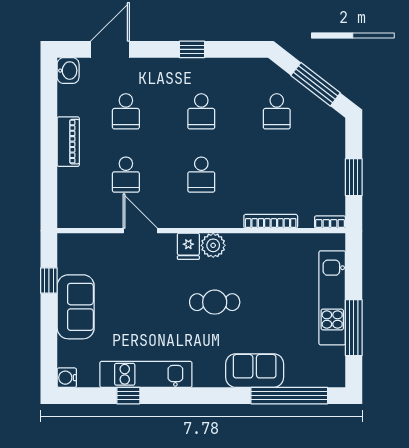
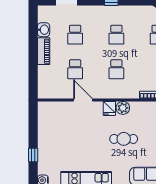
washbasin: (68, 71) -> (44, 30), moved
window: (49, 281) -> (33, 155), moved
sofa: (76, 307) -> (48, 142), removed

